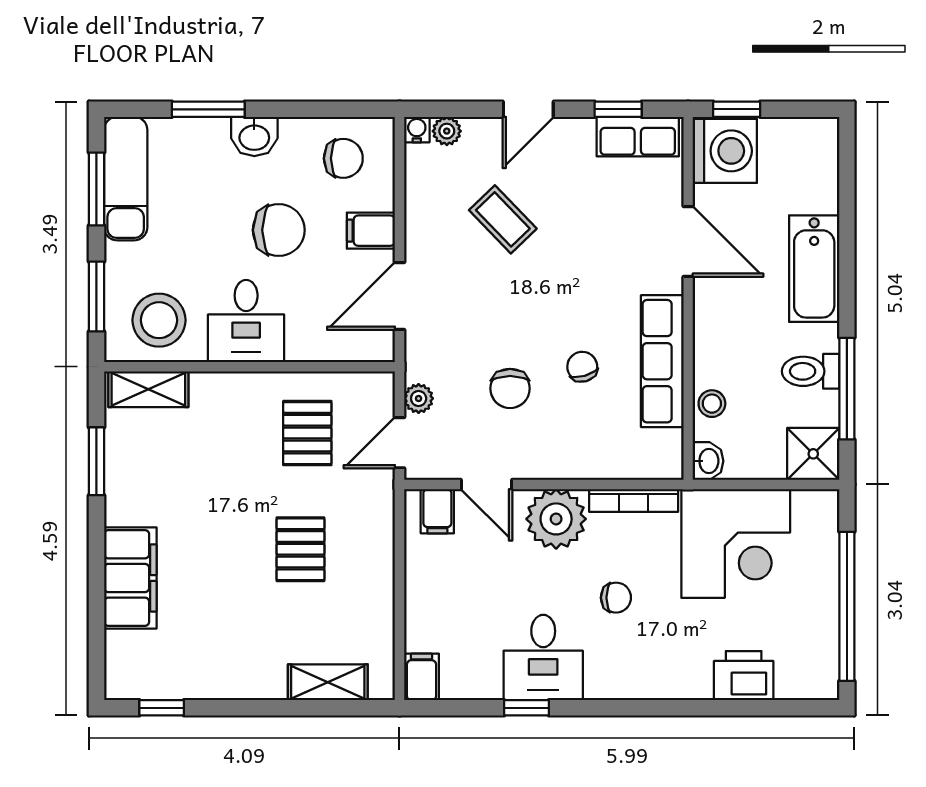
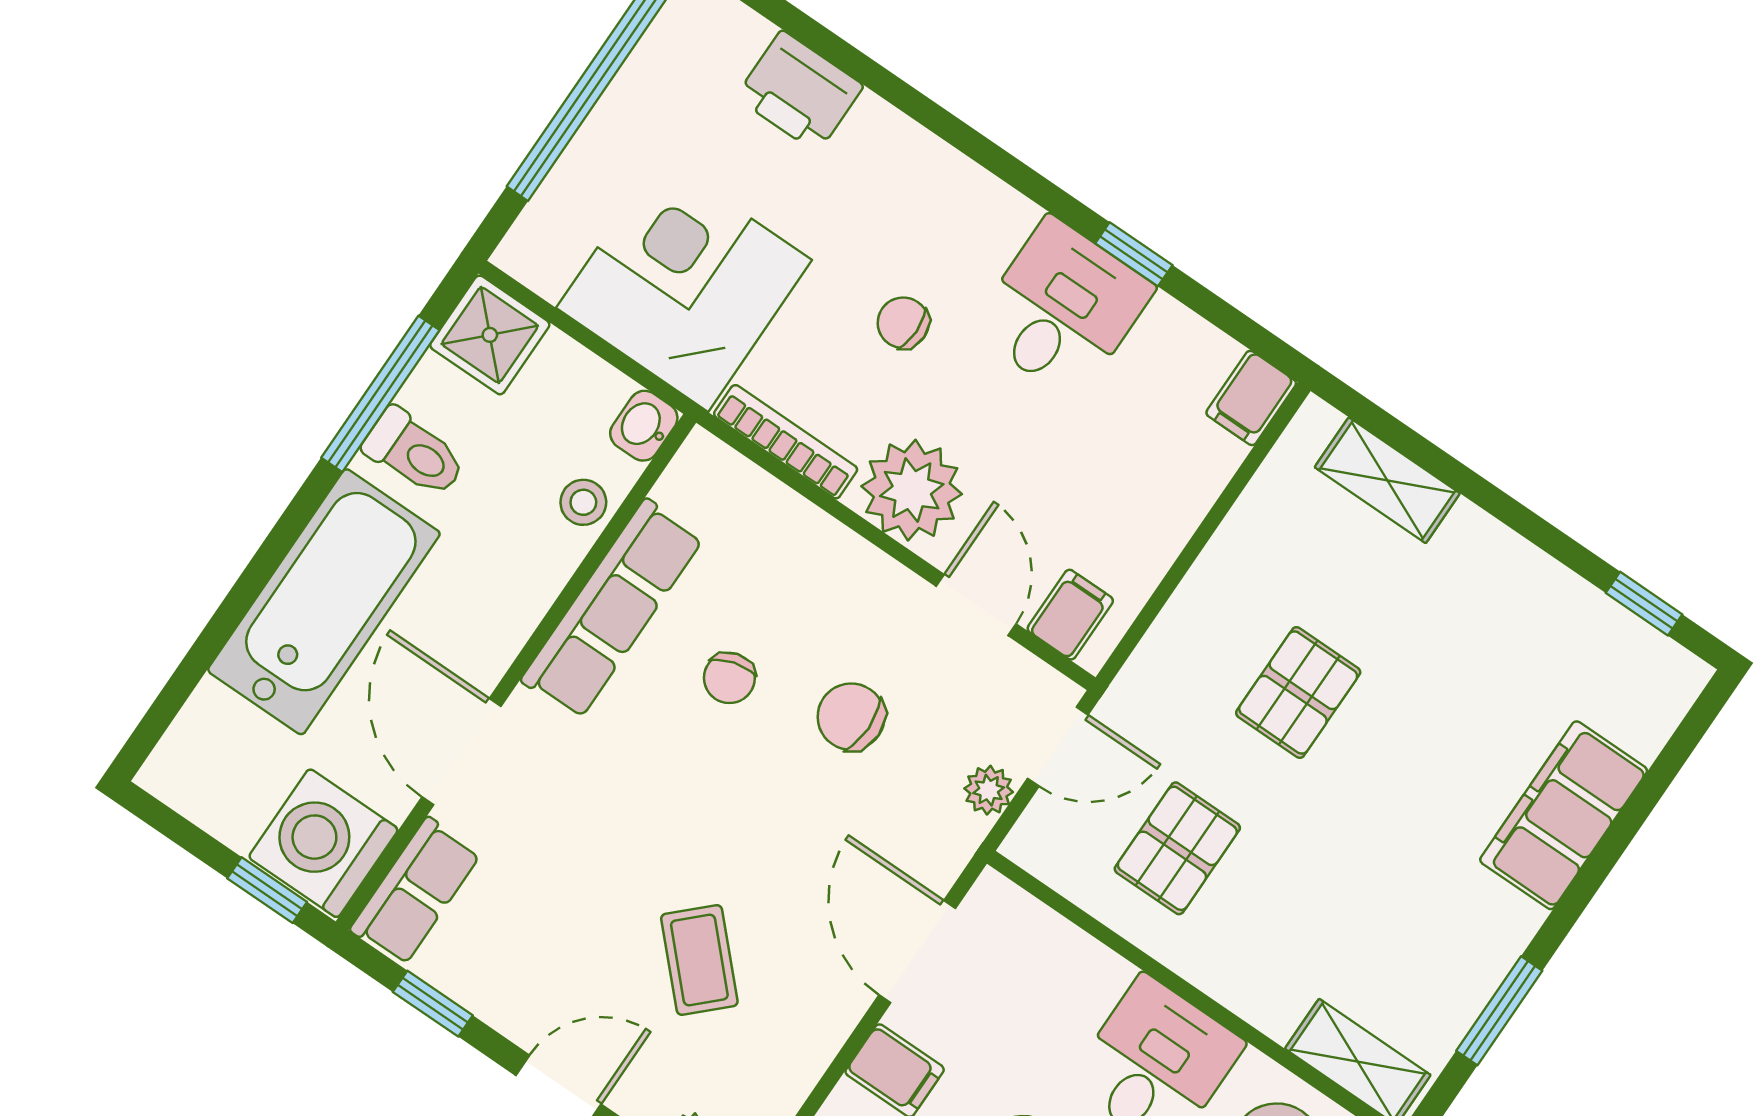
row of seats: (638, 137) -> (415, 892), moved, turned 90
bathtub: (814, 269) -> (324, 602), width x1.36, depth x1.36
door: (399, 296) -> (917, 952), swing flipped
chair: (510, 388) -> (851, 717), turned -90

